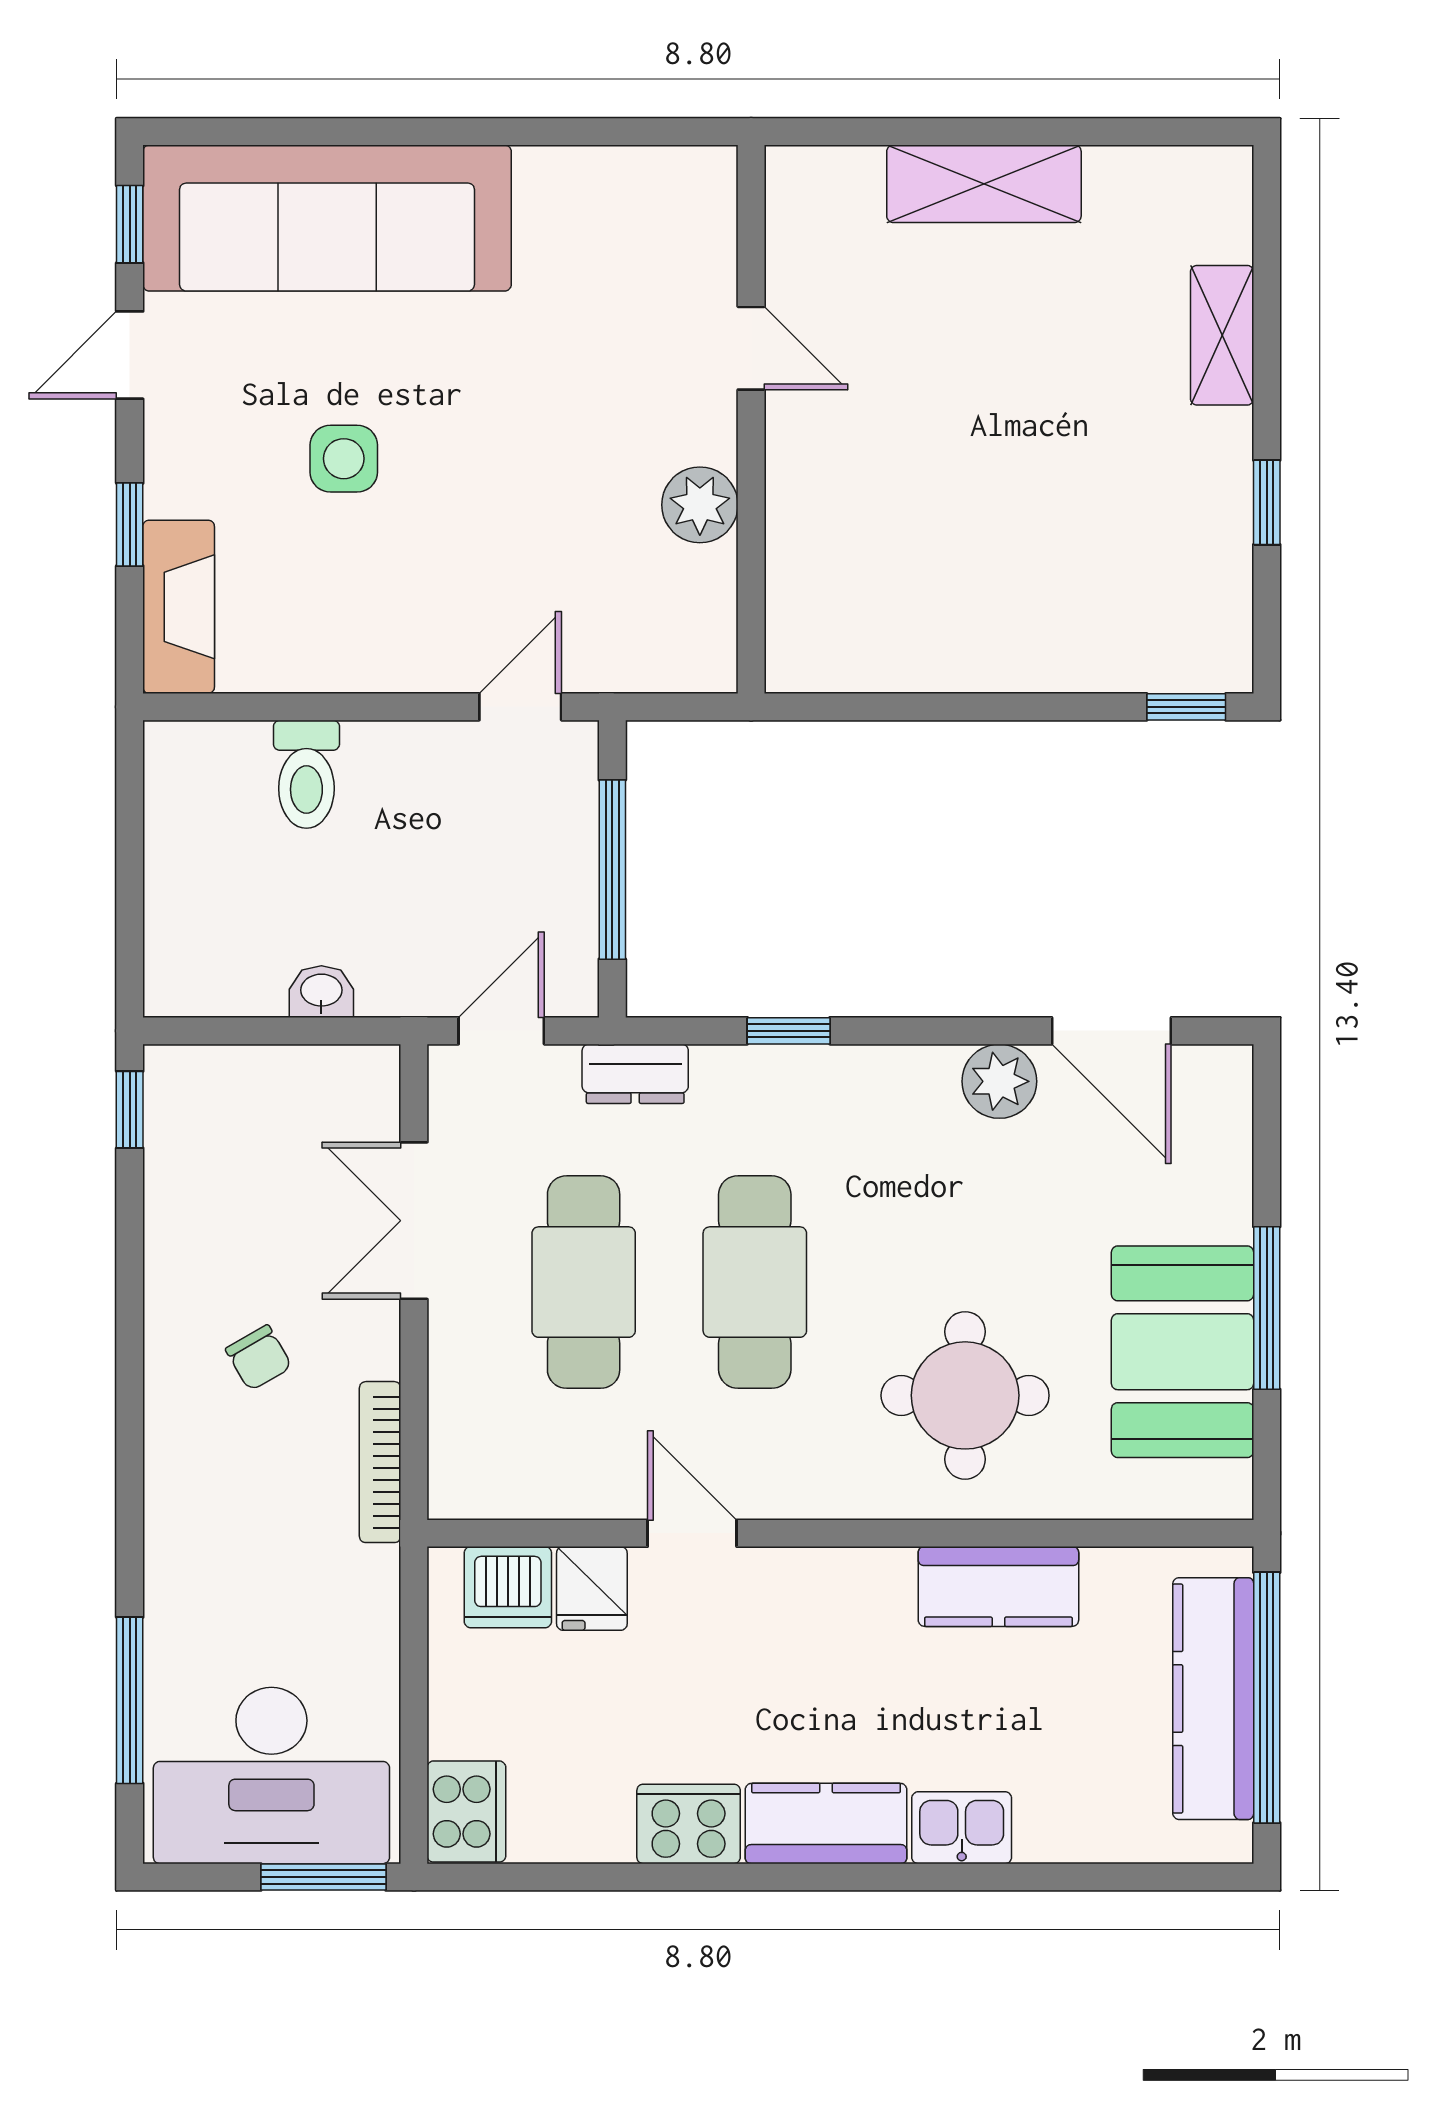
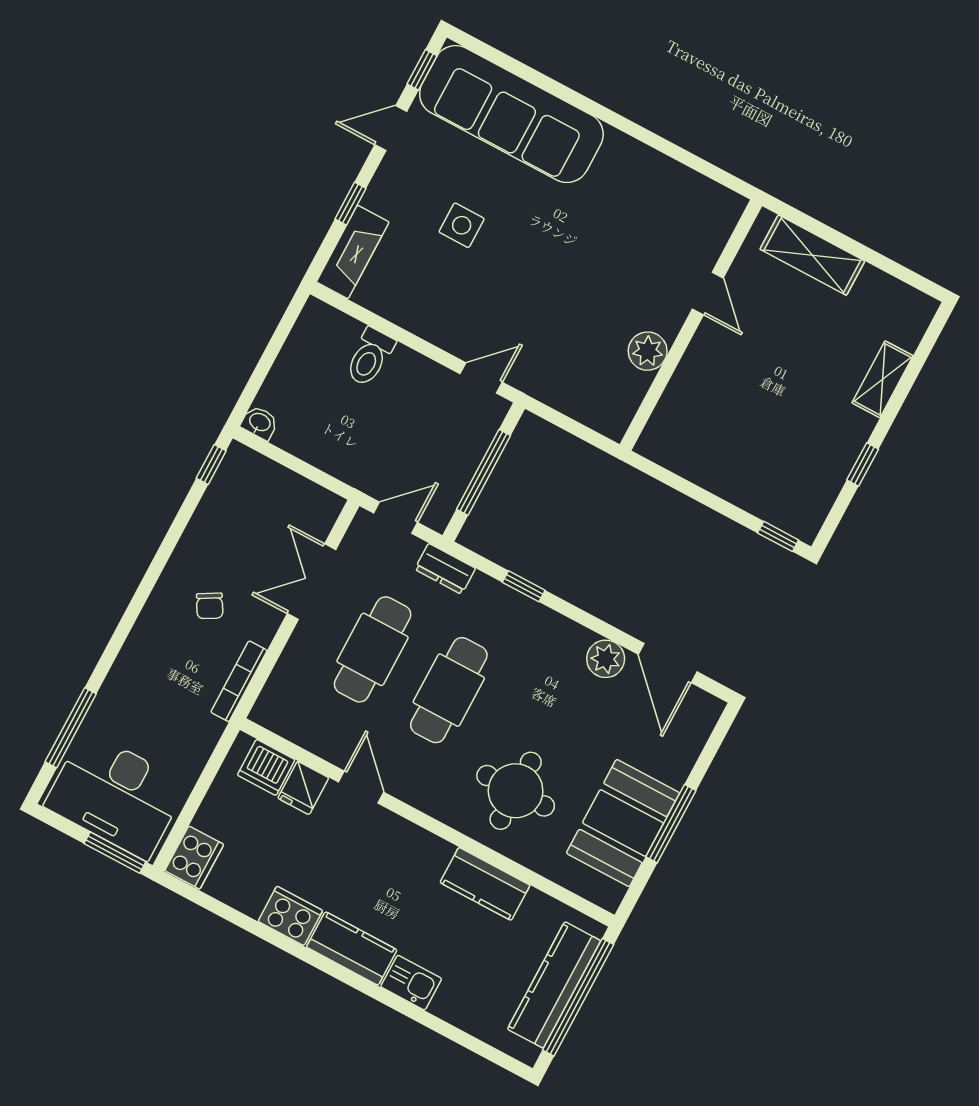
door: (751, 348) -> (708, 293), moved
wall: (751, 419) -> (691, 325), moved
plant: (700, 505) -> (648, 351), moved
washbasin: (321, 992) -> (260, 423), moved

